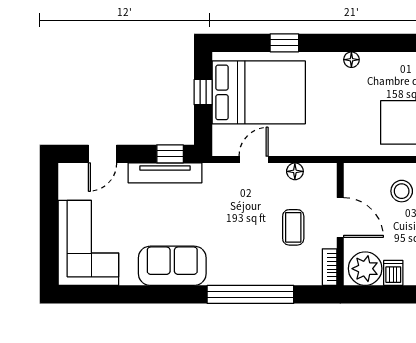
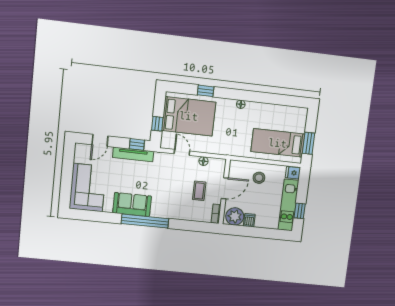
window: (203, 92) -> (157, 124), moved
door: (254, 160) -> (182, 152), hinge flipped
door: (340, 217) -> (225, 188), hinge flipped
window: (250, 294) -> (145, 221), moved

